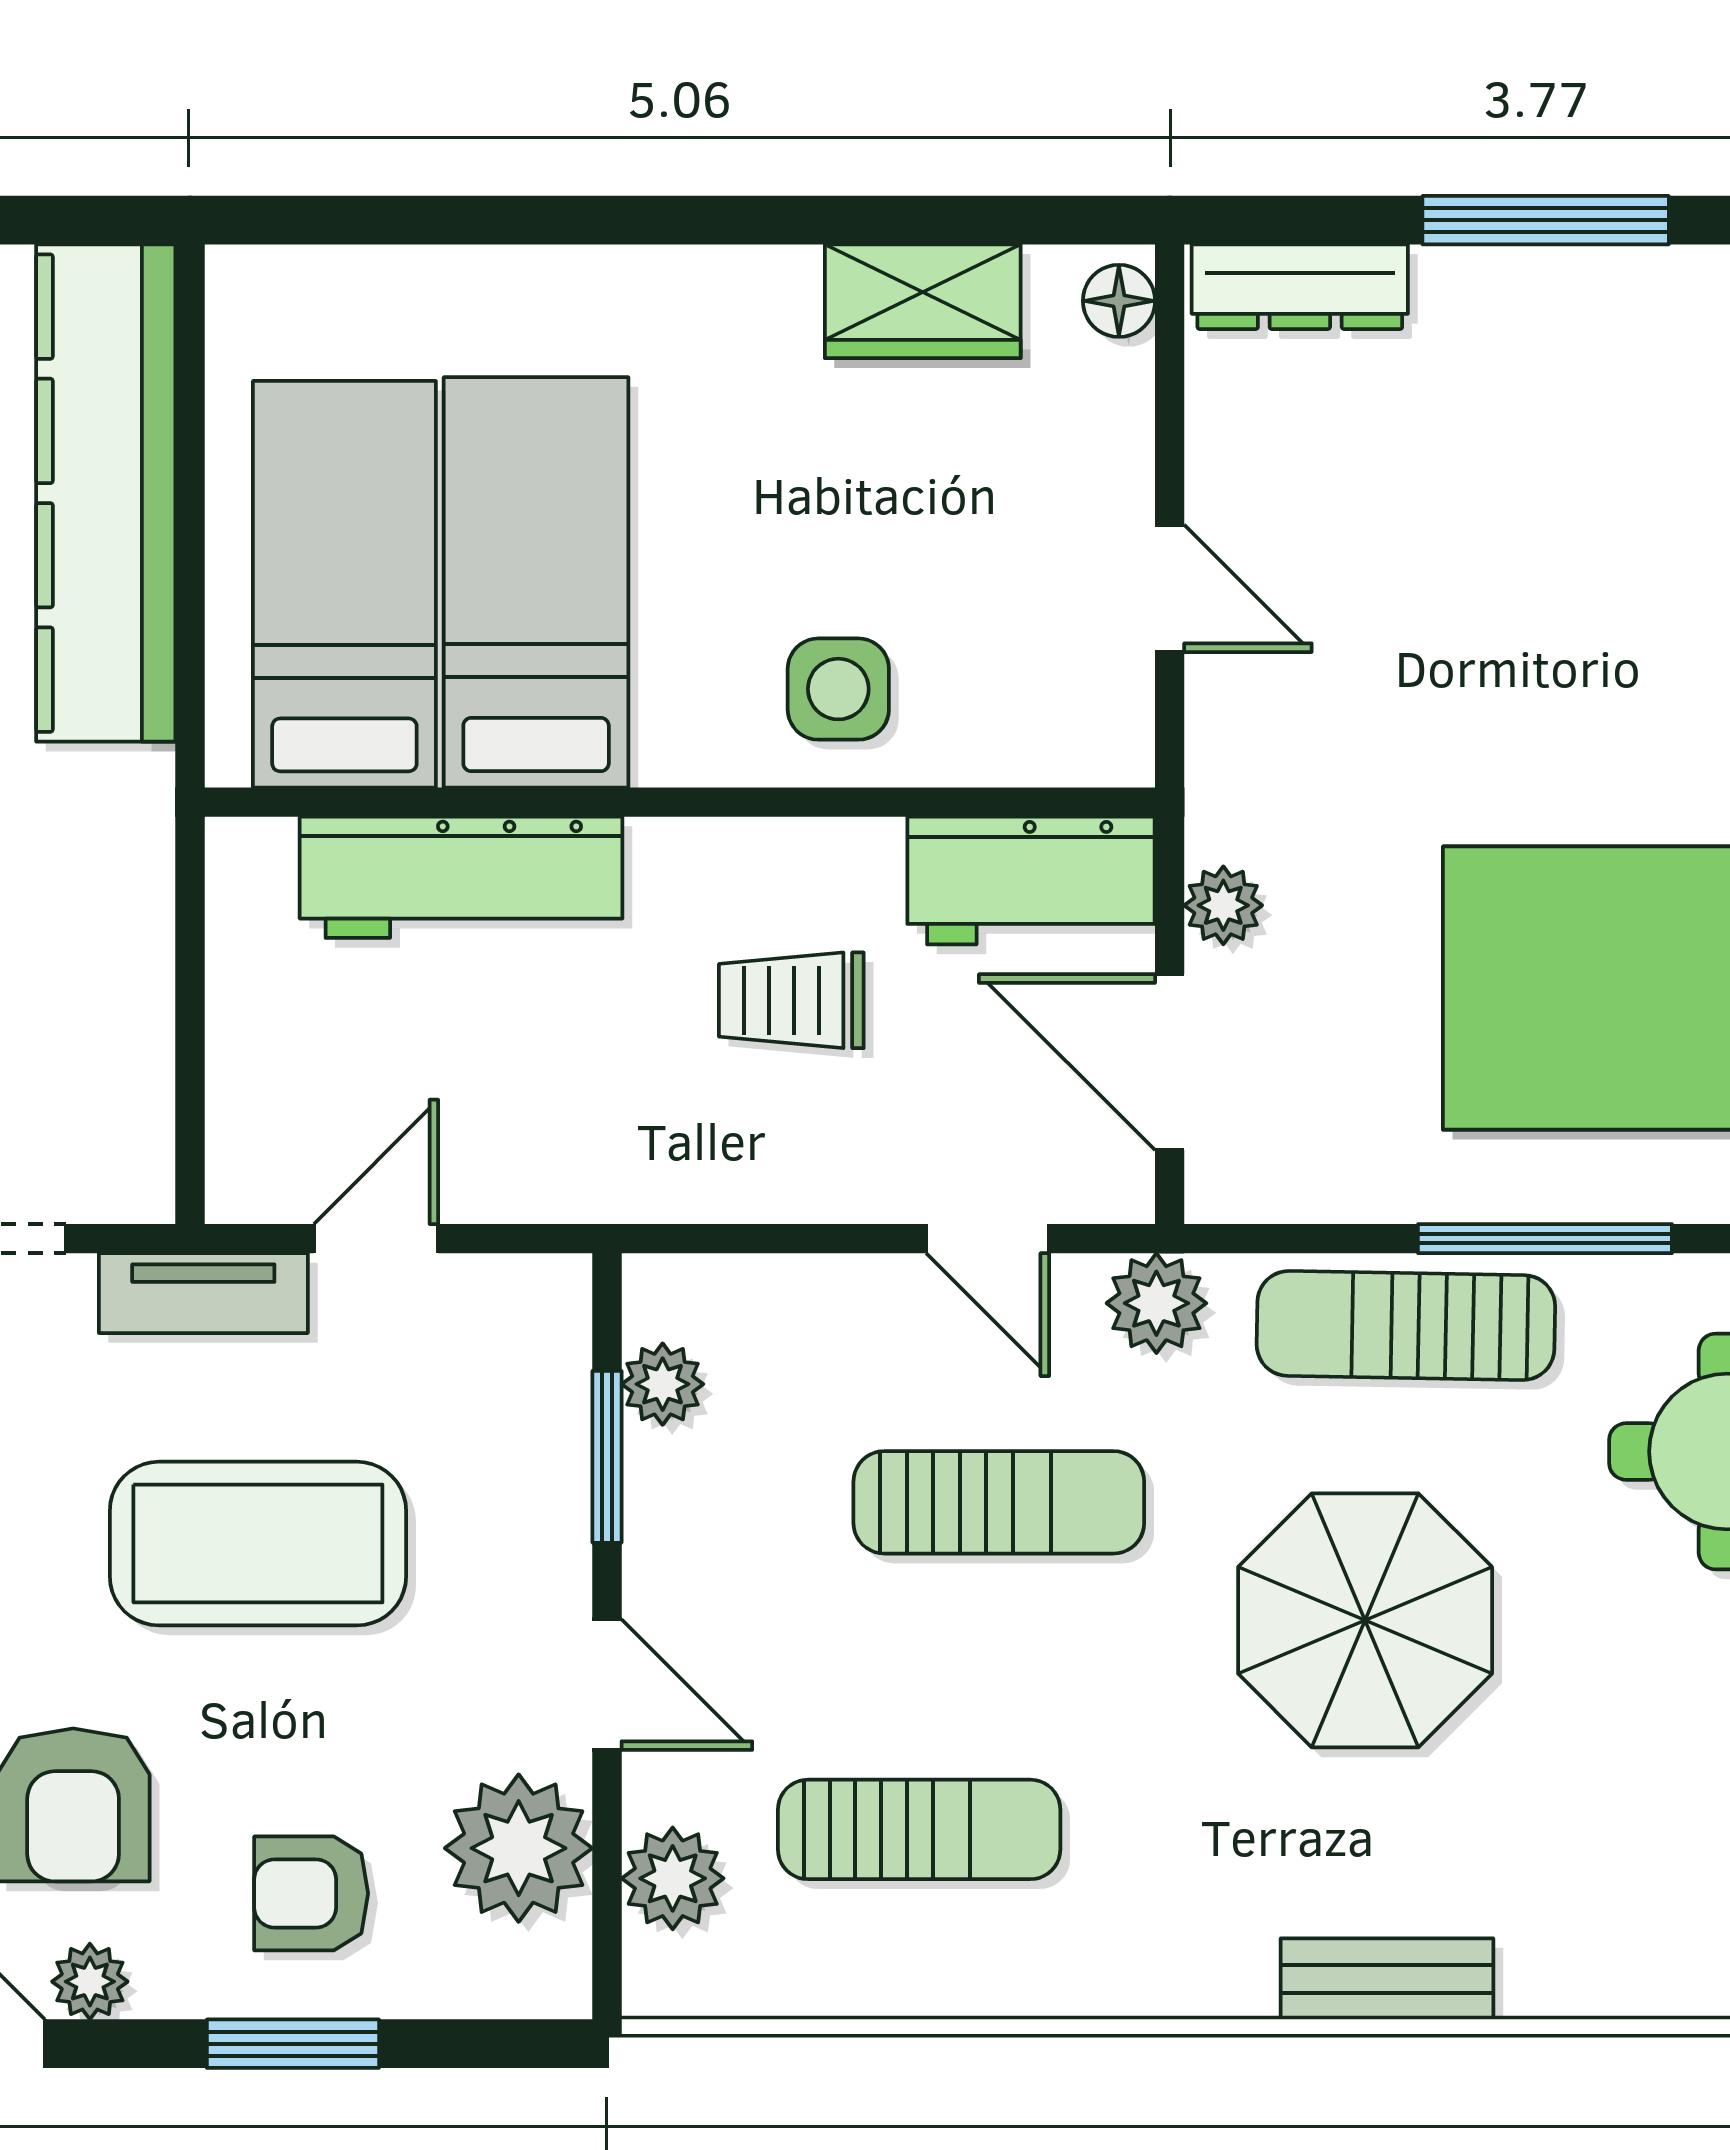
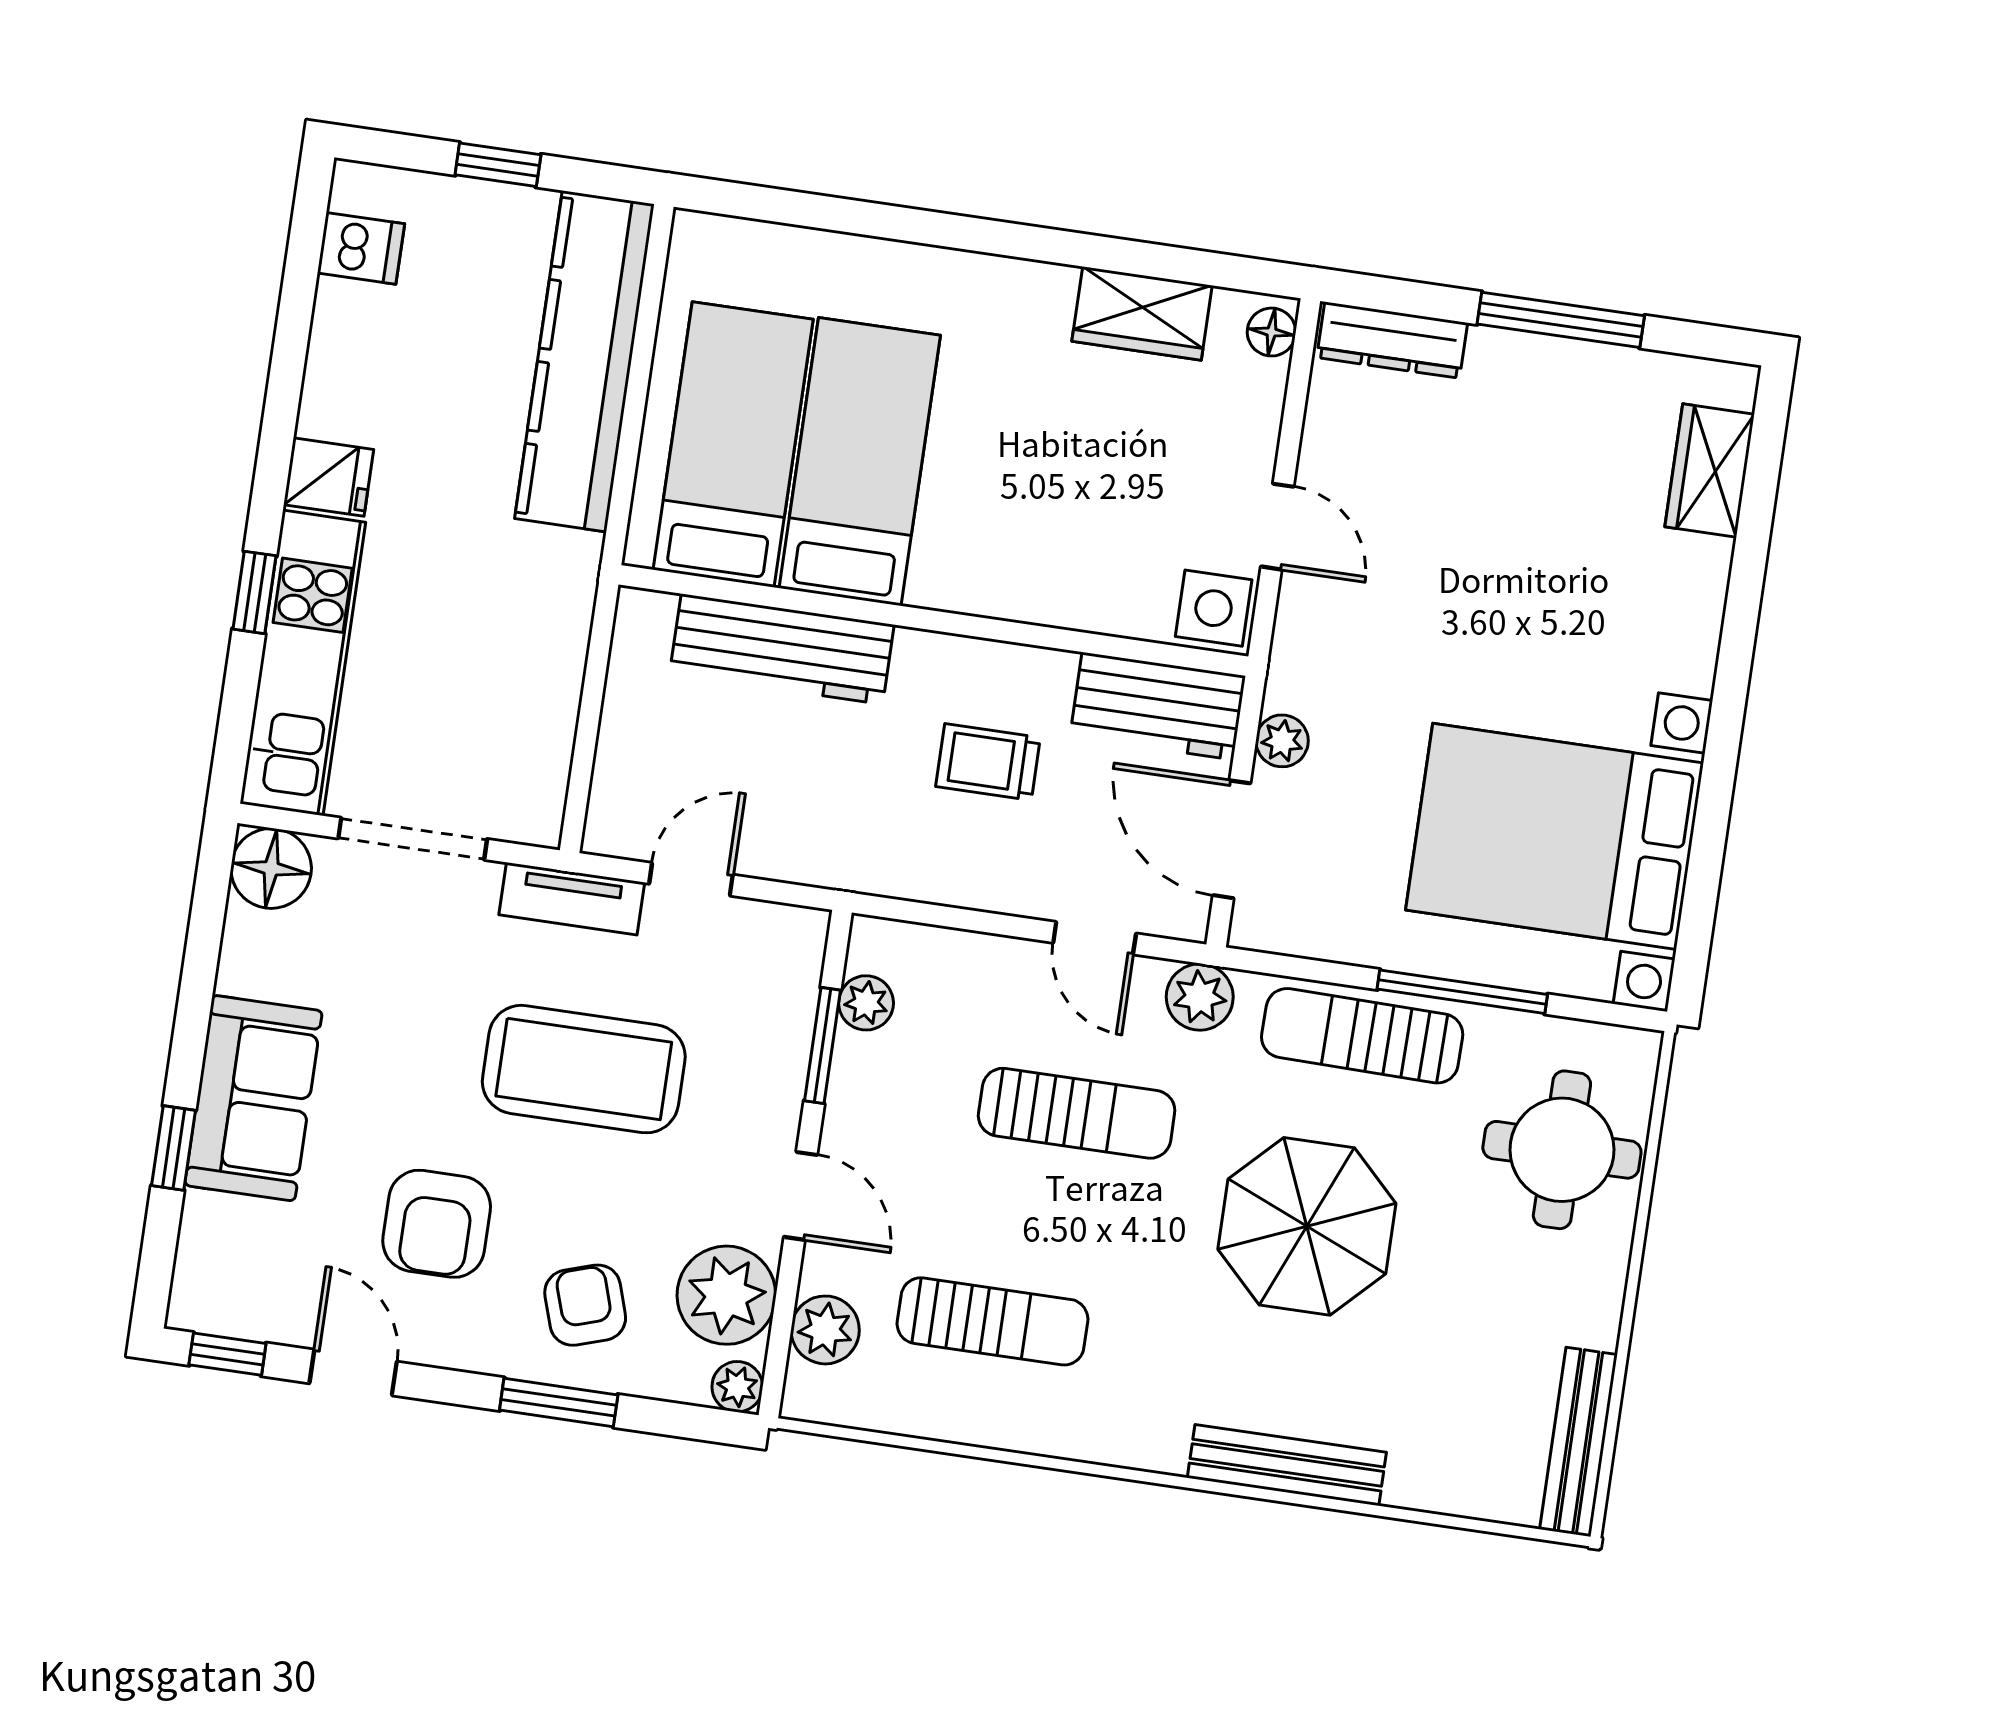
side table: (838, 689) -> (1214, 608), moved
armchair: (311, 1893) -> (585, 1305), turned 72
bench: (1387, 1979) -> (1287, 1465), width x1.36
plant: (90, 1982) -> (737, 1387), moved

